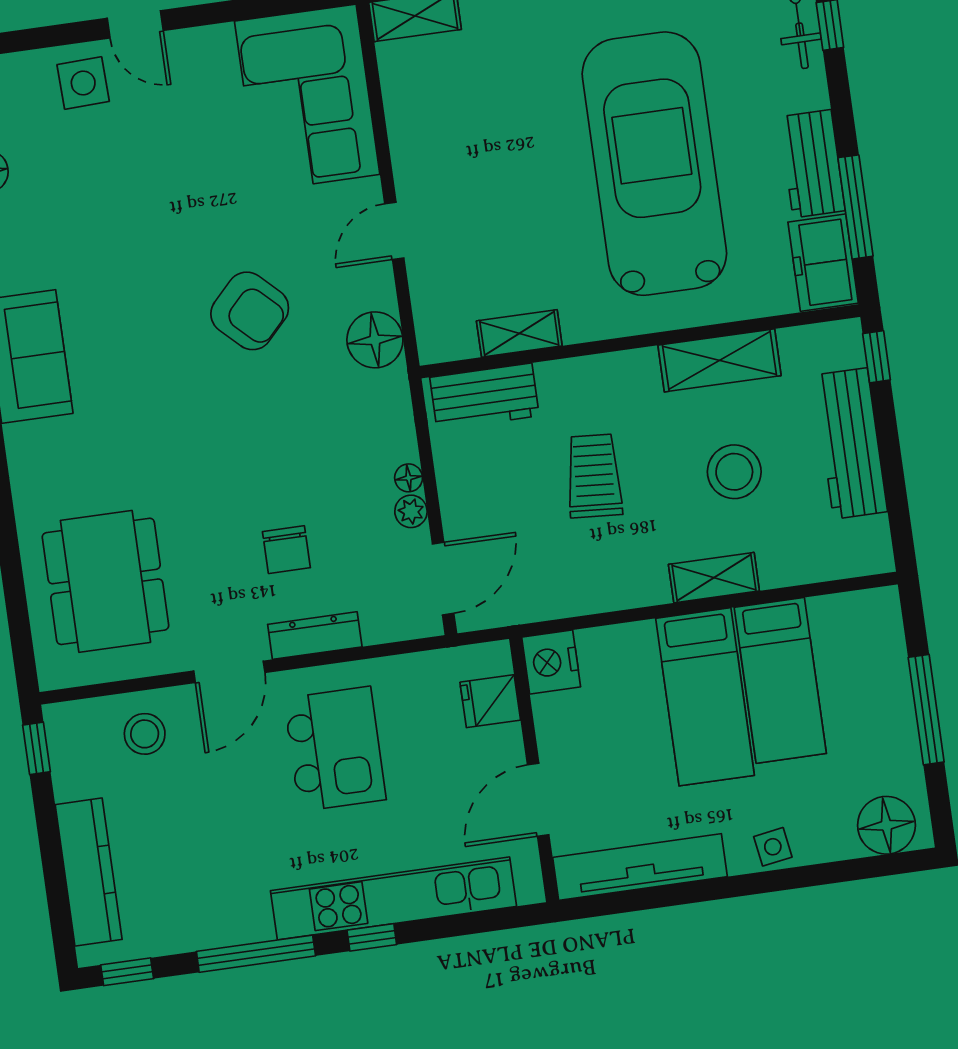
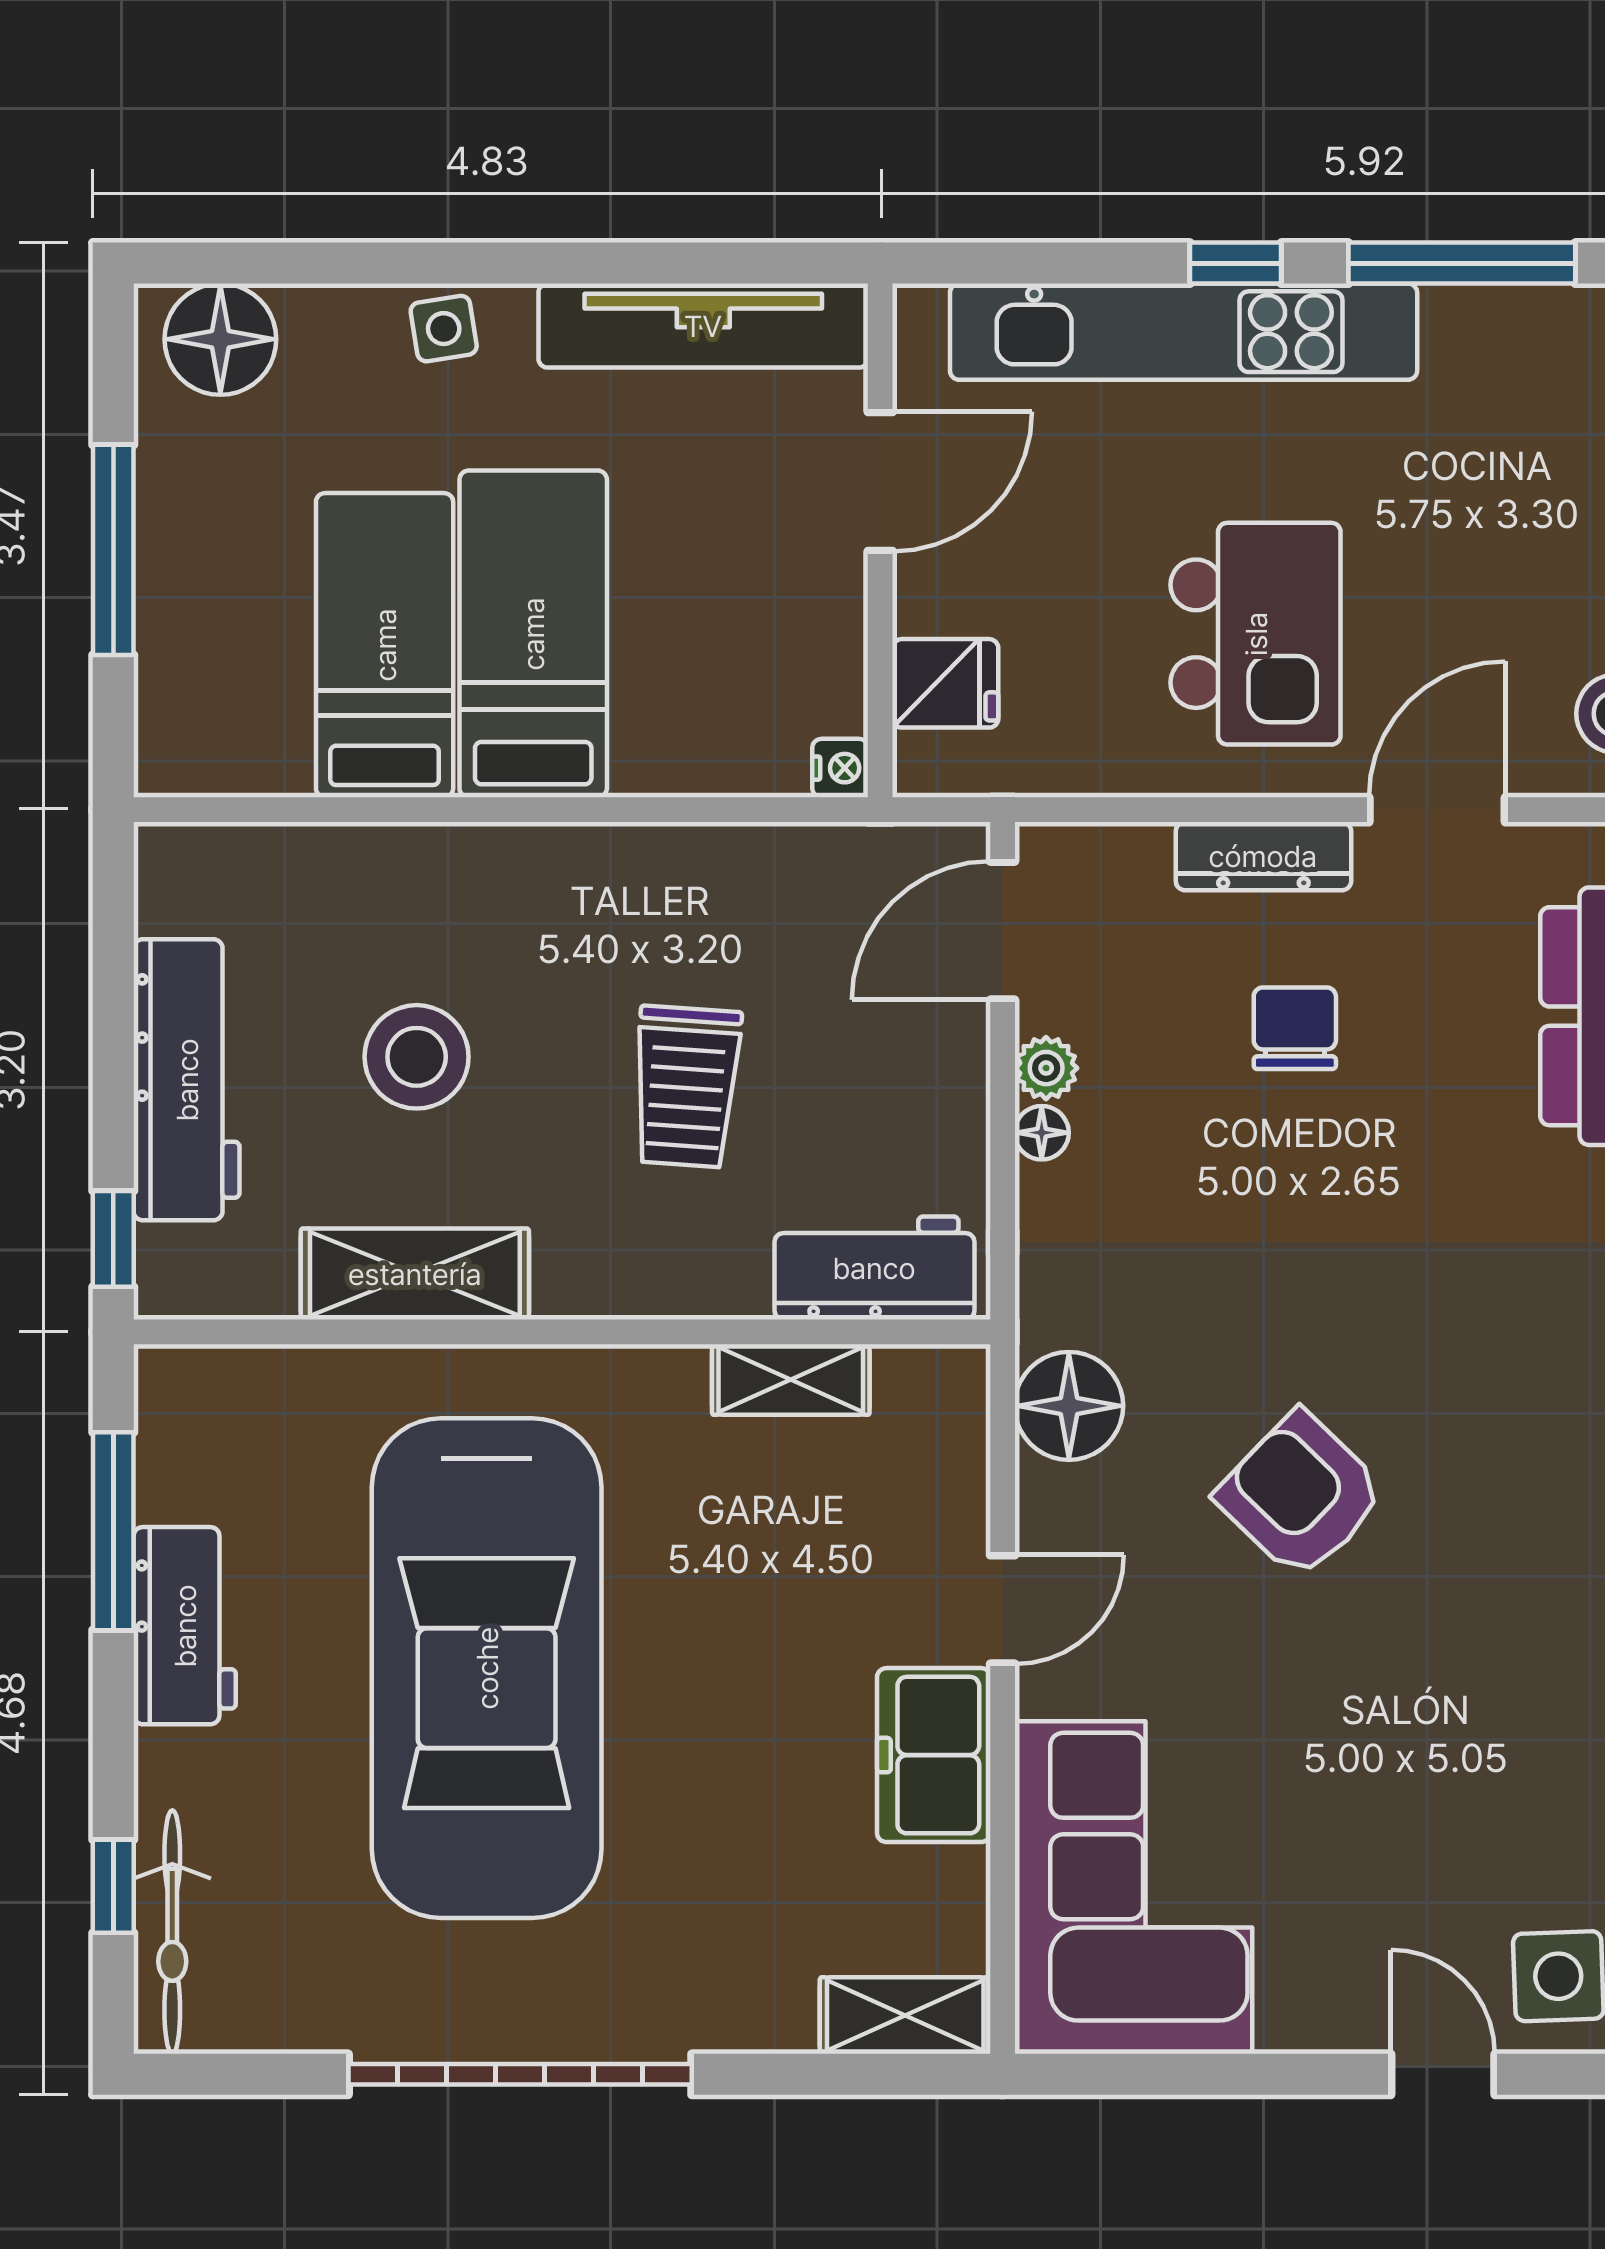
freezer: (823, 263) -> (934, 1755), moved, turned 180
shelving: (714, 578) -> (484, 859), removed
nightstand: (551, 662) -> (840, 768), width x0.53, depth x0.56
kitchen island: (335, 749) -> (1256, 634), turned 180

